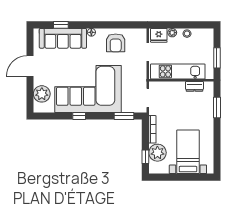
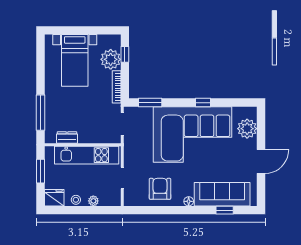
fridge: (159, 35) -> (54, 198), moved
window: (217, 107) -> (40, 113), width x1.44

